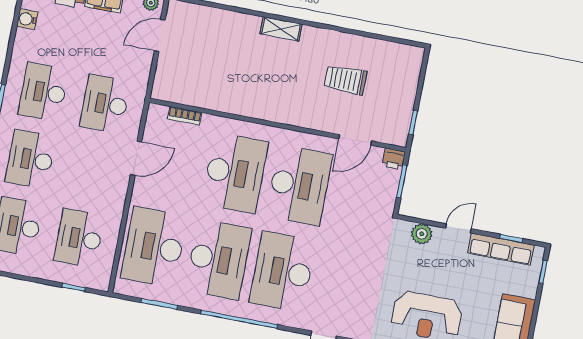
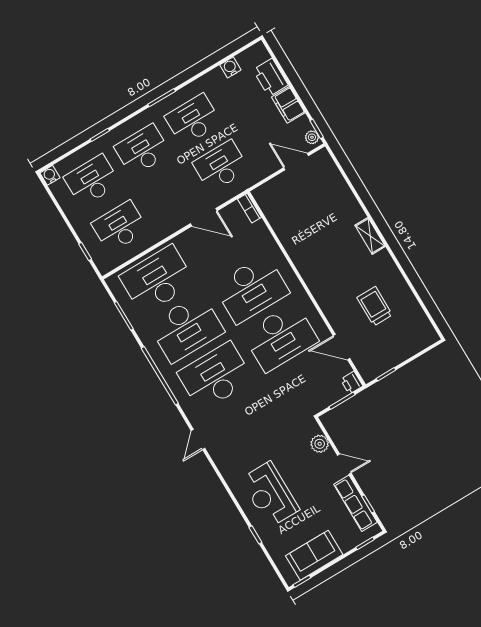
bookcase: (185, 116) -> (250, 208), moved

